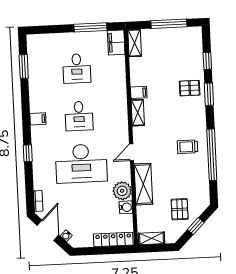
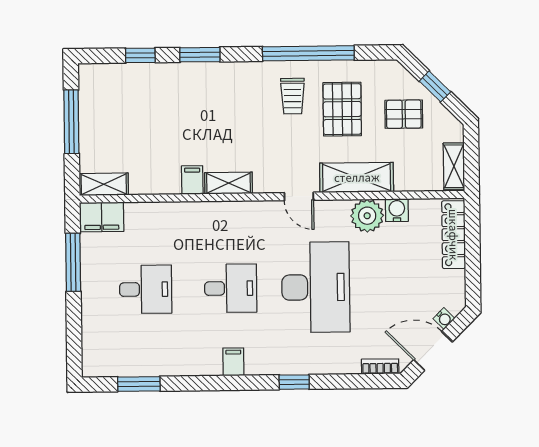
pallet: (190, 88) -> (342, 109), moved, width x1.50, depth x1.42

